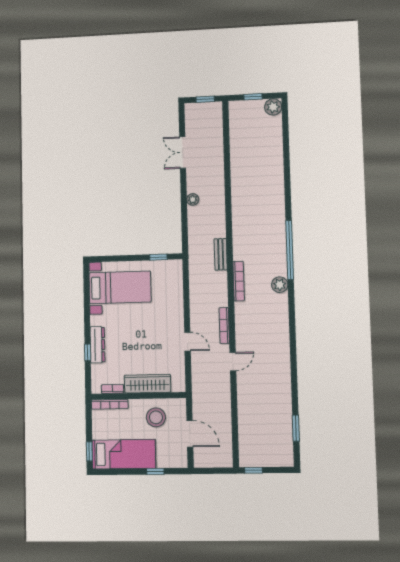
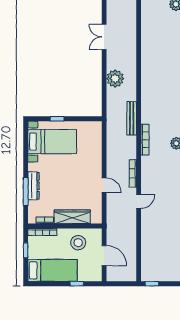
plant: (193, 199) -> (115, 79), width x1.87, depth x1.87
bench: (221, 254) -> (132, 118), width x1.36
window: (158, 257) -> (57, 119), moved
window: (88, 352) -> (26, 192), width x2.17
window: (89, 451) -> (26, 250), moved

